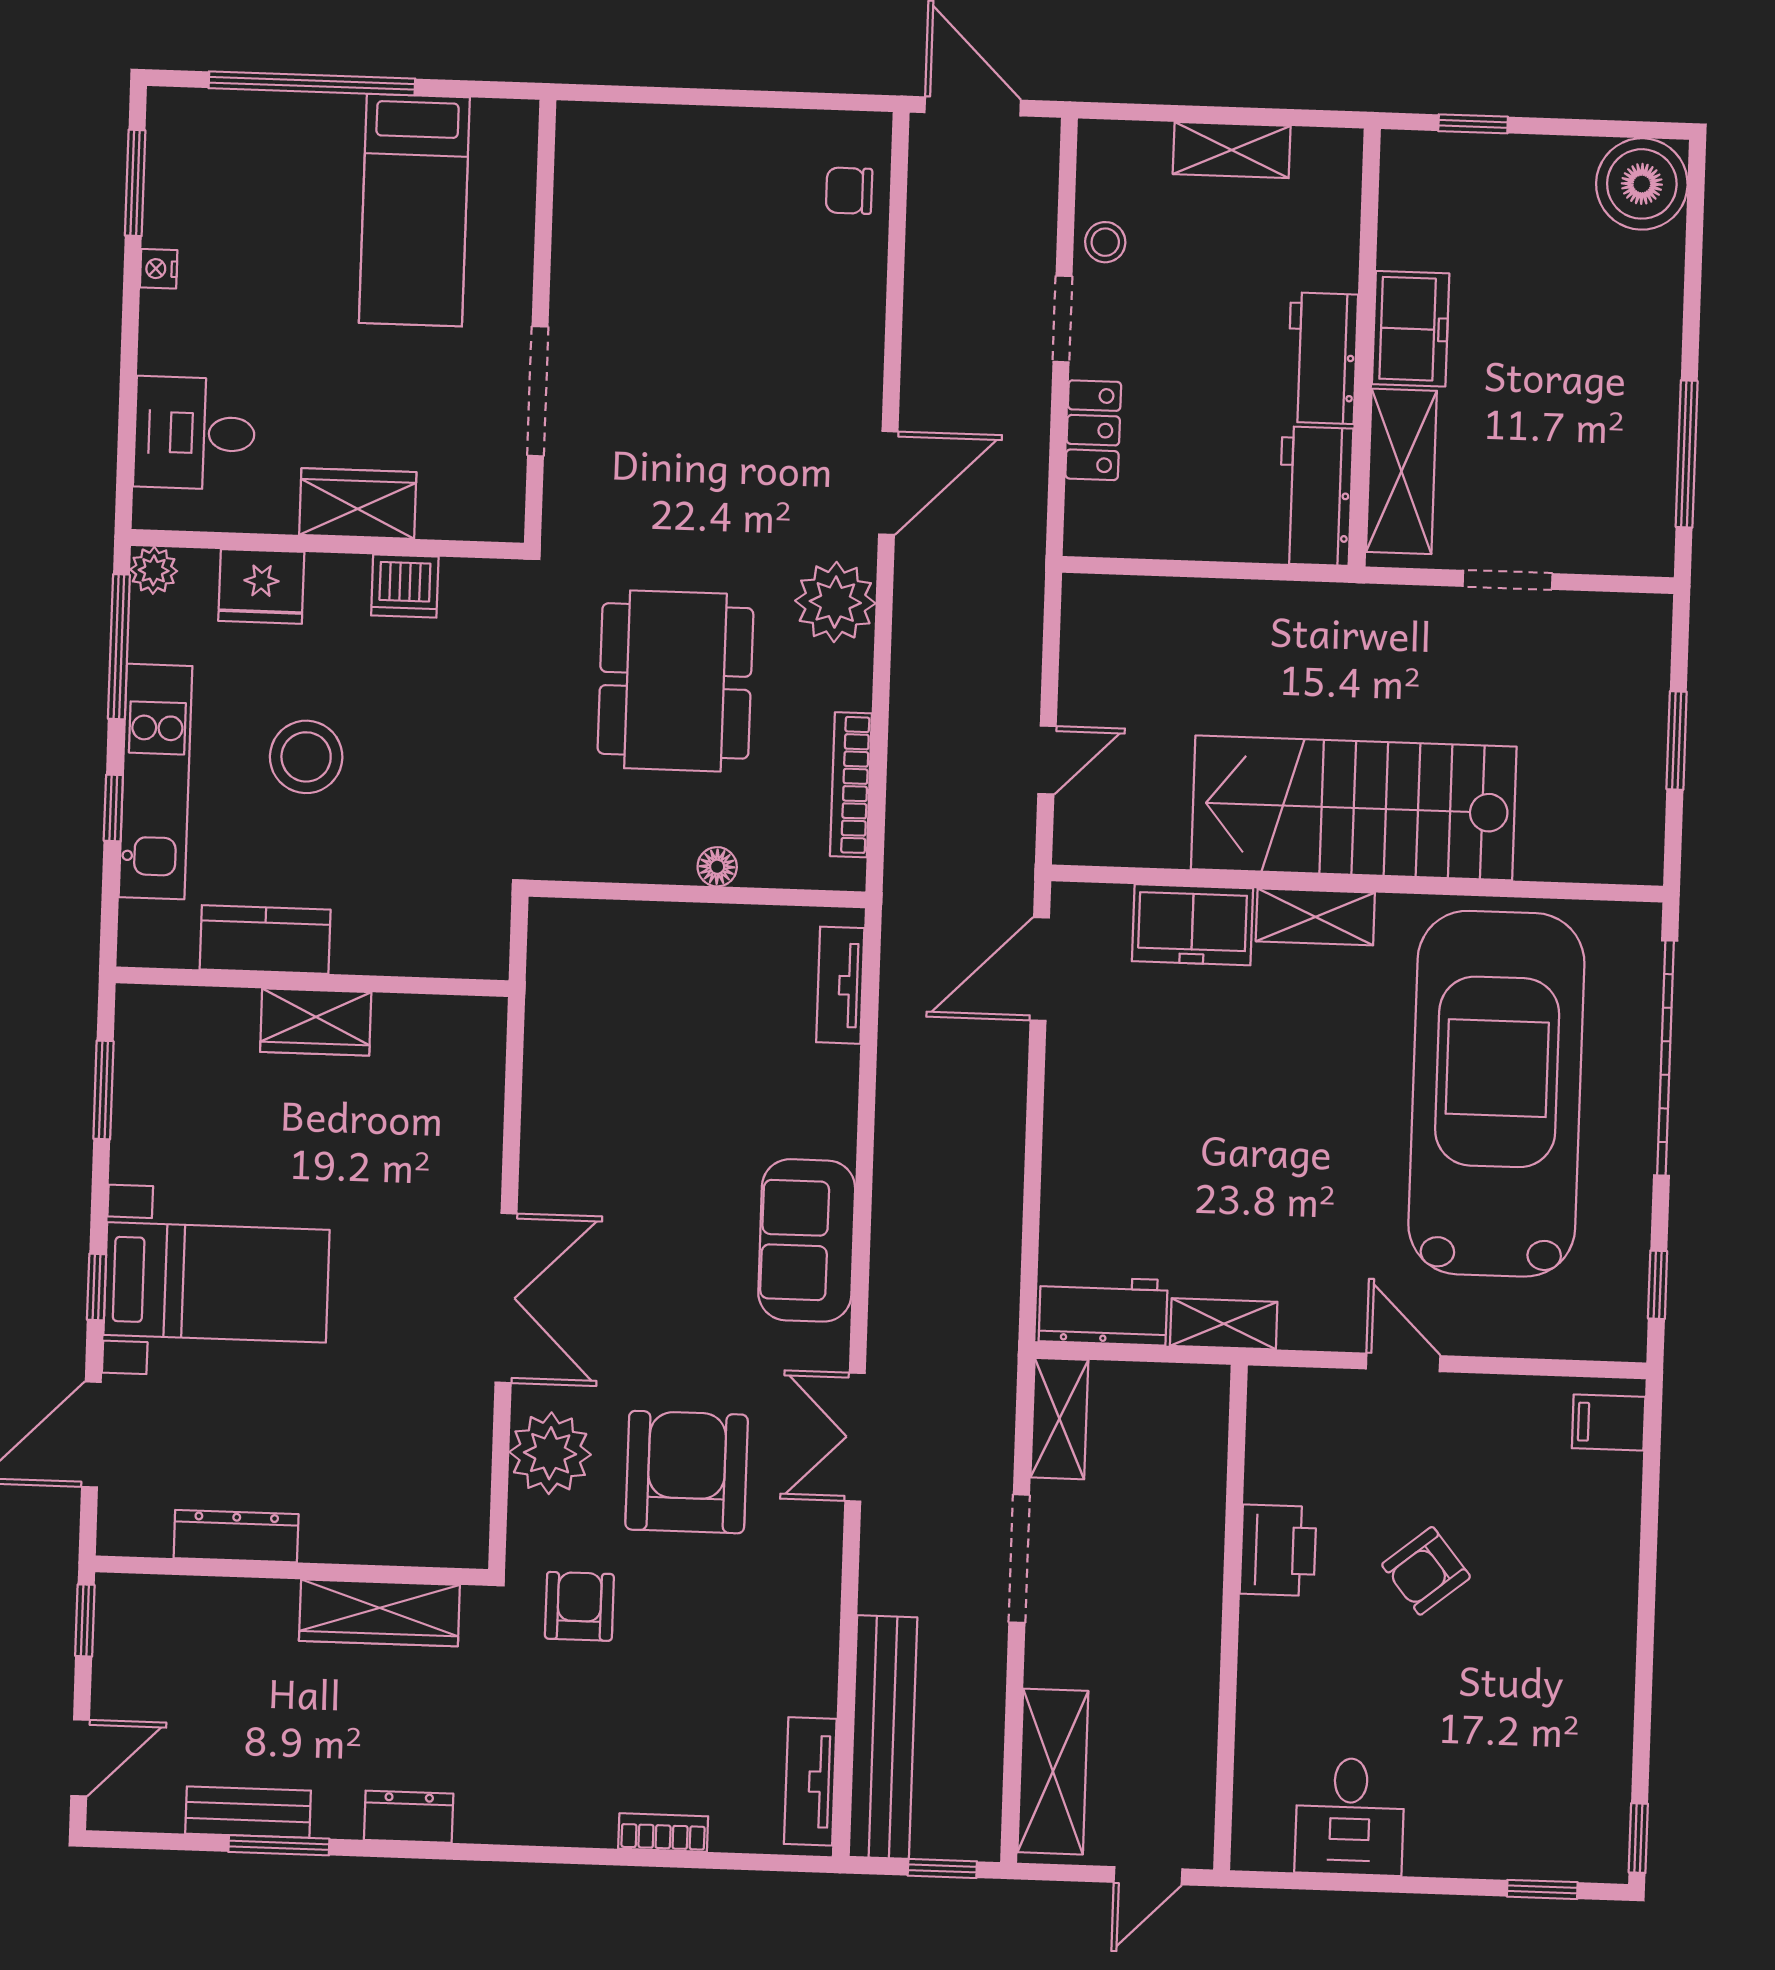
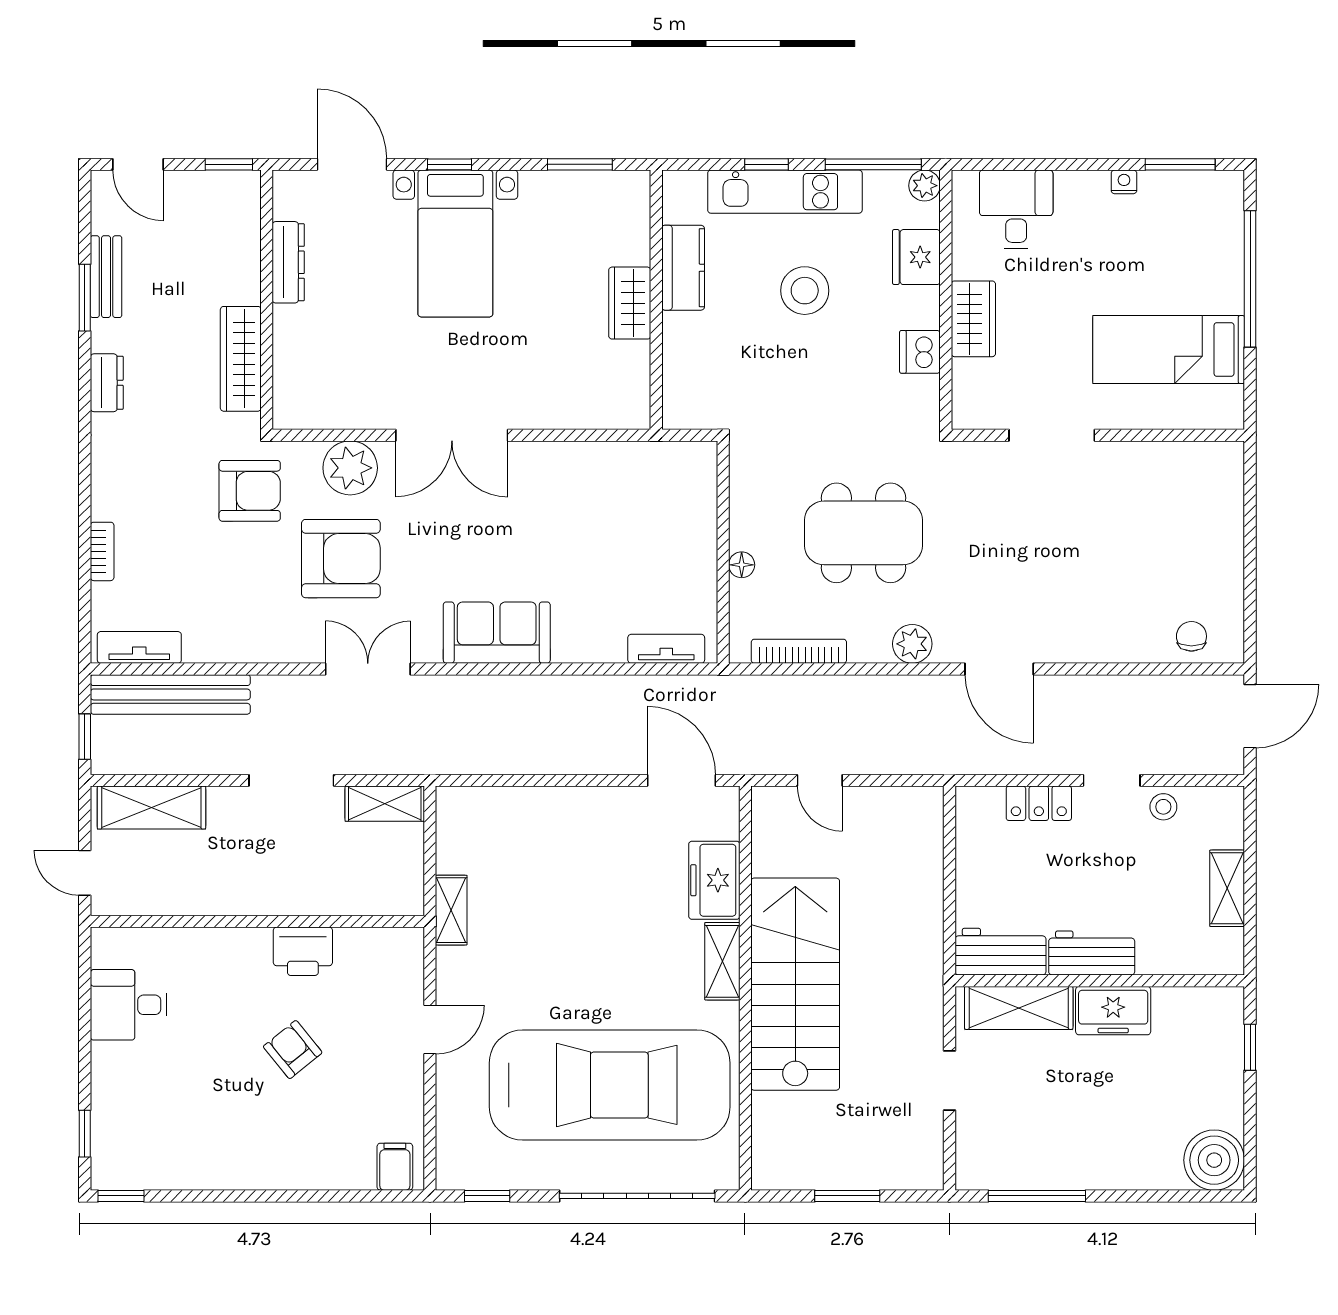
plant: (835, 602) -> (912, 644), width x0.73, depth x0.73
workbench: (1103, 1311) -> (457, 830), removed
armchair: (579, 1606) -> (250, 491), width x1.38, depth x1.38

